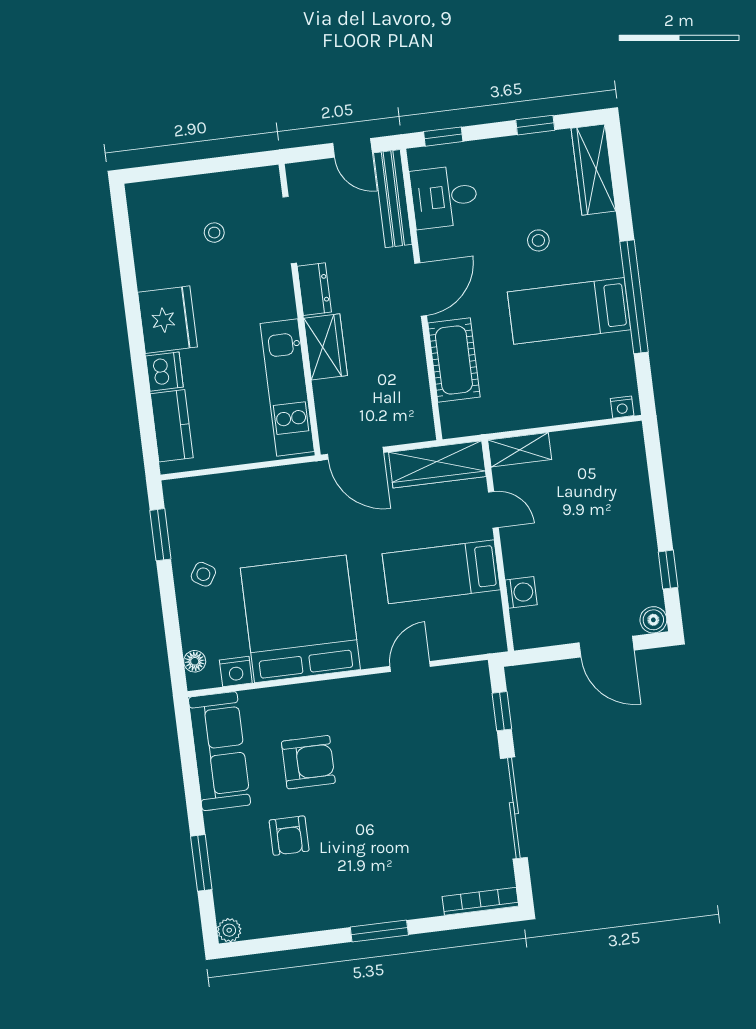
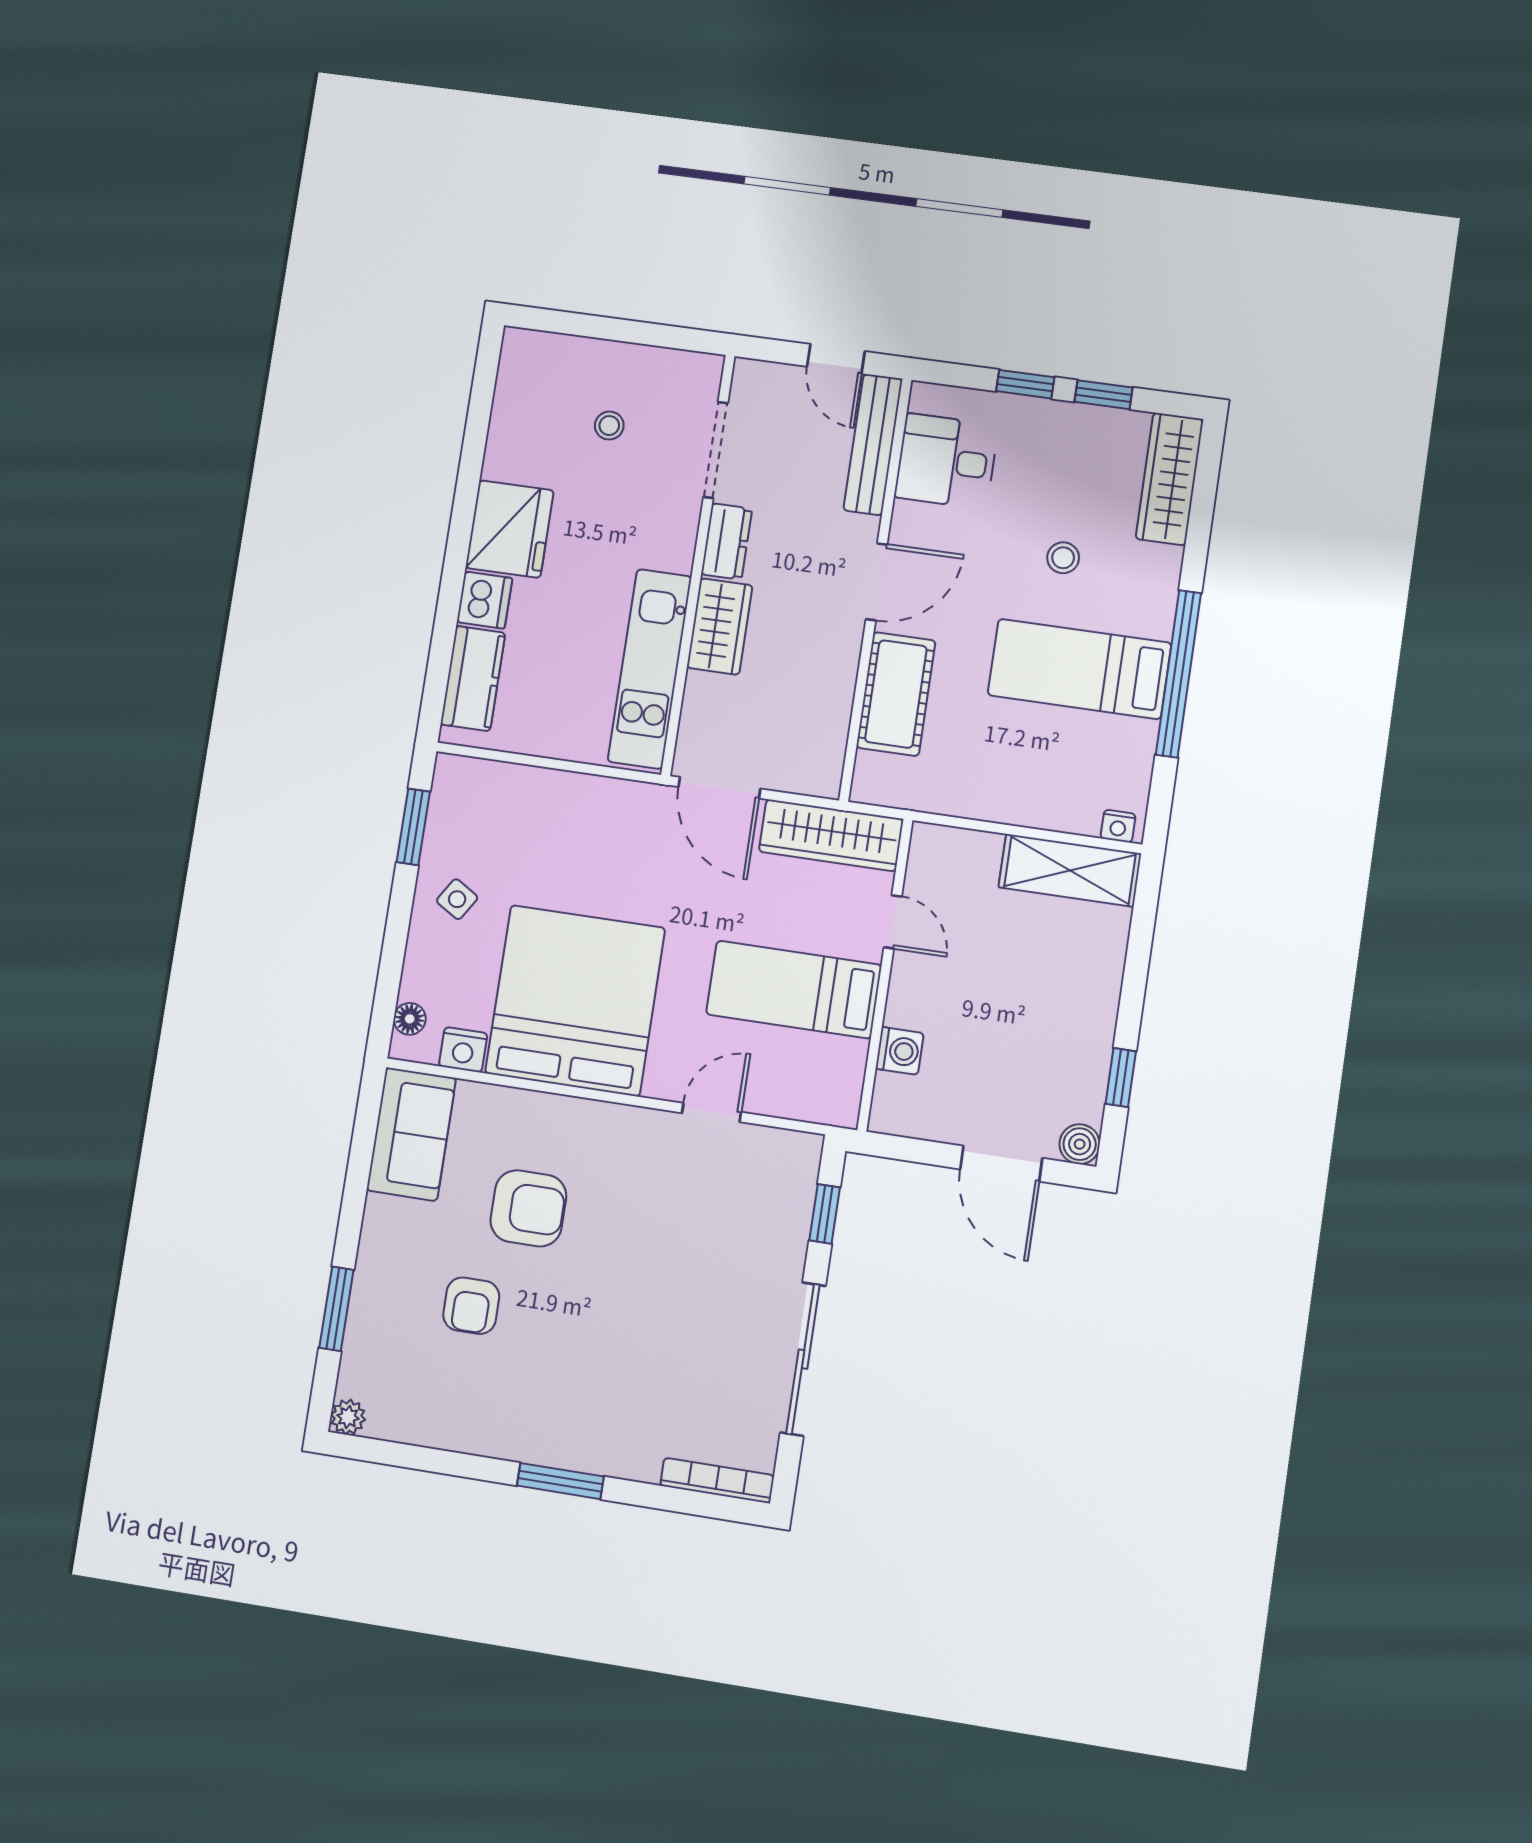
window: (443, 137) -> (1025, 384), moved
shelving: (520, 450) -> (1070, 870), moved, width x1.50, depth x1.33
sofa: (219, 751) -> (411, 1134), width x0.73

